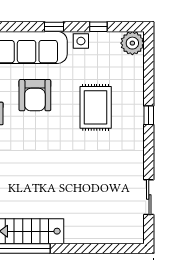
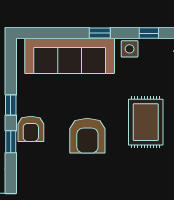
armchair: (35, 95) -> (87, 136), moved

